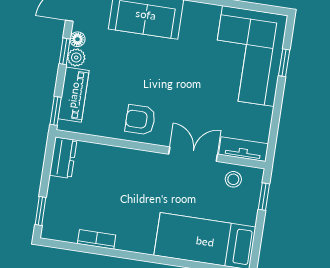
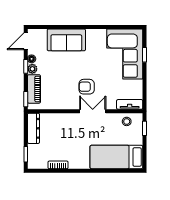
armchair: (140, 120) -> (87, 87), moved
double door: (193, 154) -> (93, 111), moved
dresser: (63, 158) -> (33, 128), width x1.44

